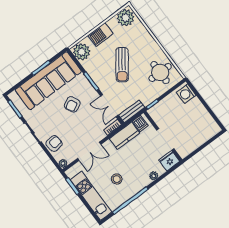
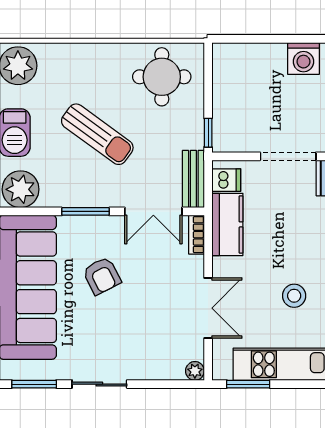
washing machine: (186, 94) -> (303, 58), moved
armchair: (54, 143) -> (147, 360), removed

